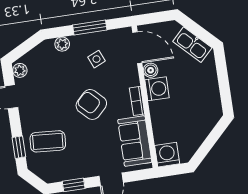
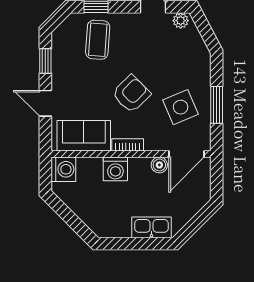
plant: (62, 44) -> (203, 72), removed
kitchen sink: (192, 45) -> (152, 227), moved, turned 45
side table: (97, 59) -> (181, 107), width x1.87, depth x1.87
washing machine: (157, 89) -> (115, 169), moved

